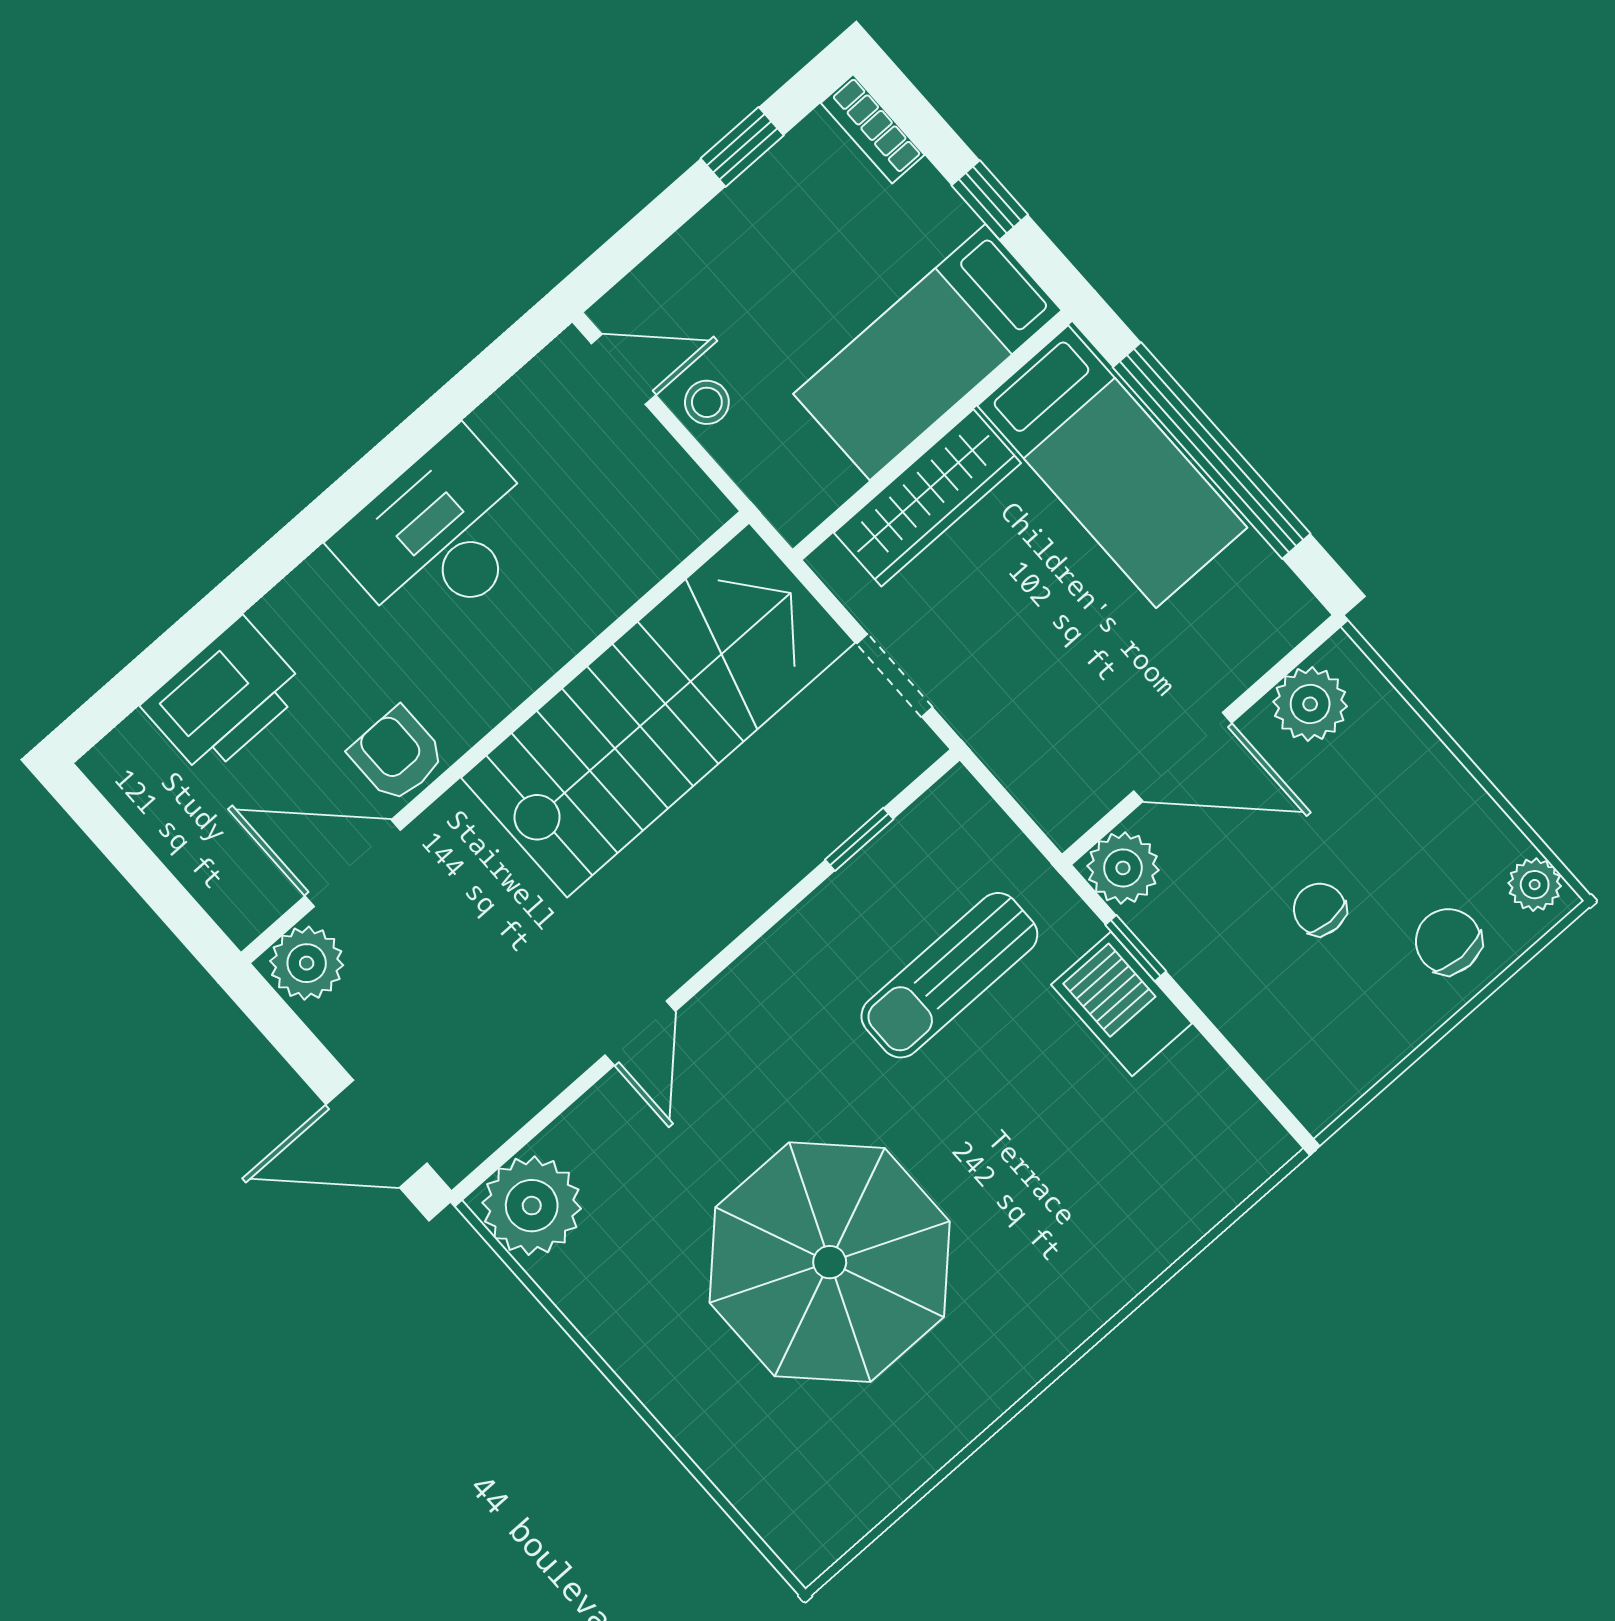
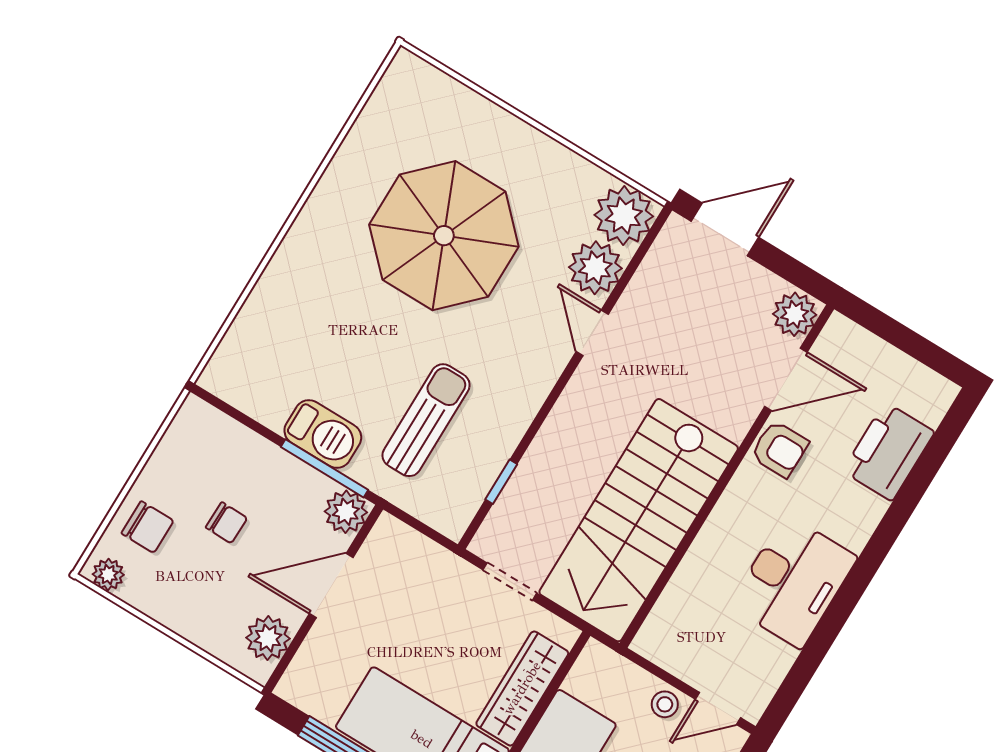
window: (1136, 948) -> (325, 468), width x2.17
plant: (603, 1136) -> (595, 268), added

